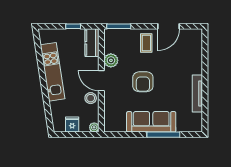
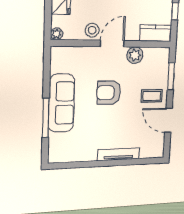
window: (119, 26) -> (171, 76), moved
tv unit: (197, 93) -> (119, 154), moved

